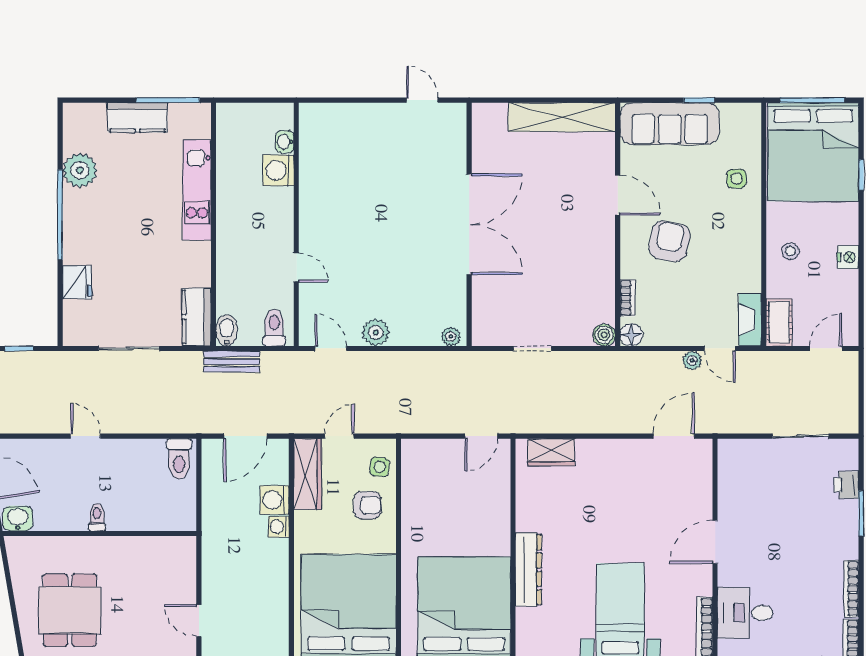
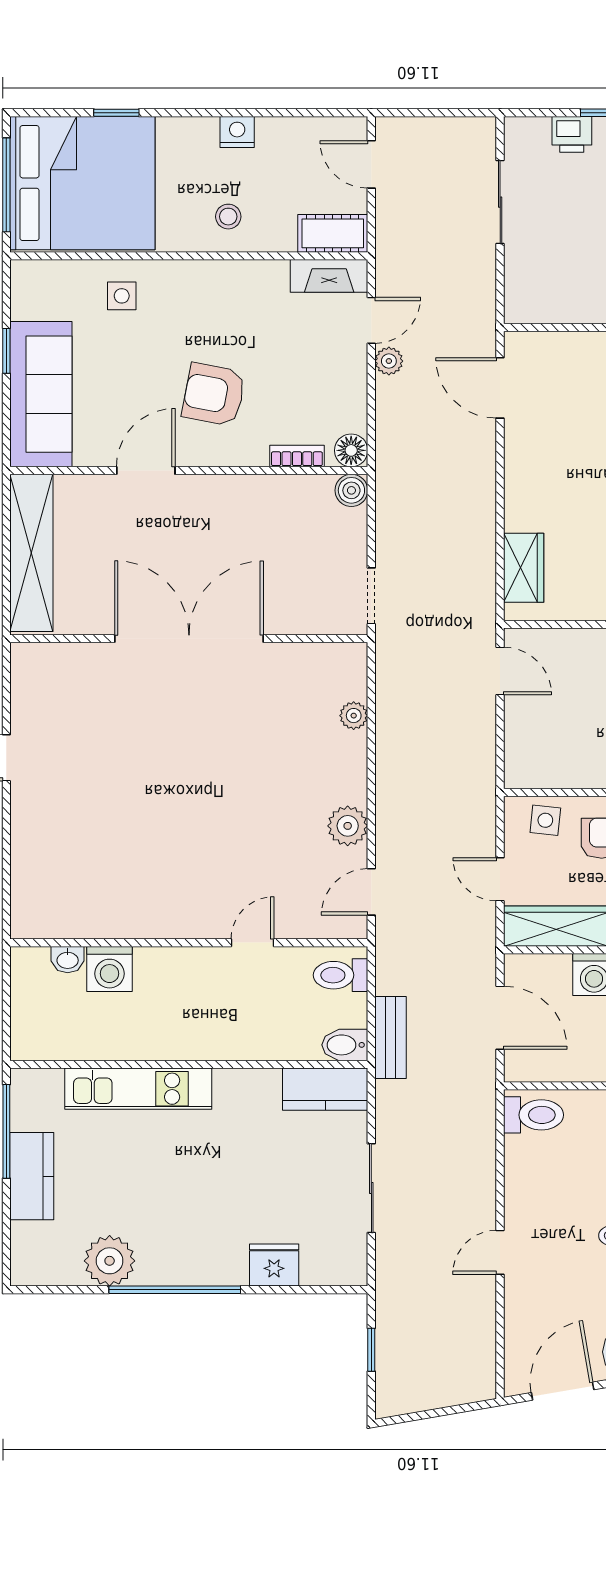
double door: (469, 224) -> (189, 639), moved
wall: (469, 224) -> (189, 639), moved

